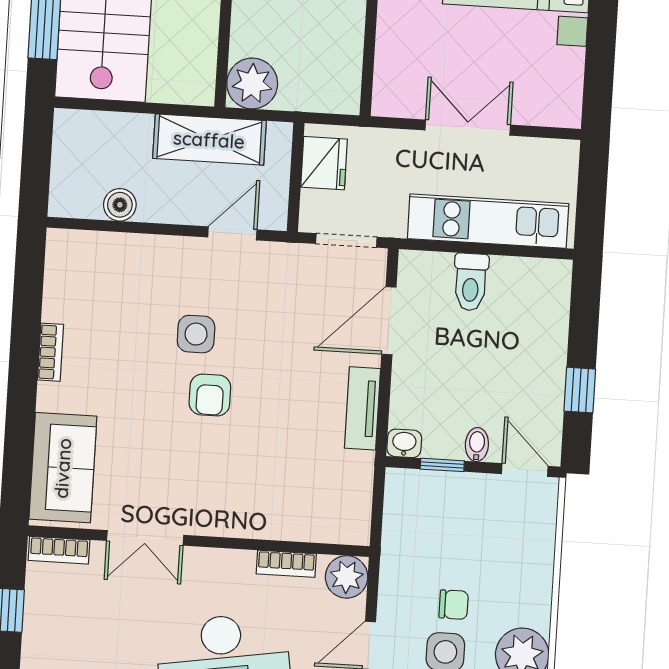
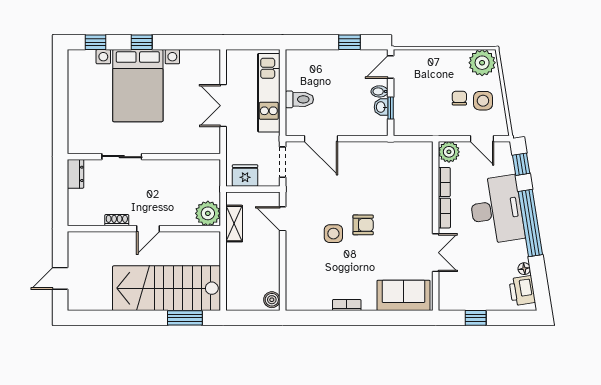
shelving: (209, 140) -> (234, 224), width x0.67, depth x0.75
boiler: (120, 205) -> (272, 300), moved
tv unit: (363, 408) -> (365, 149), removed
washbasin: (404, 443) -> (381, 107), moved
bookcase: (59, 550) -> (444, 213), moved

